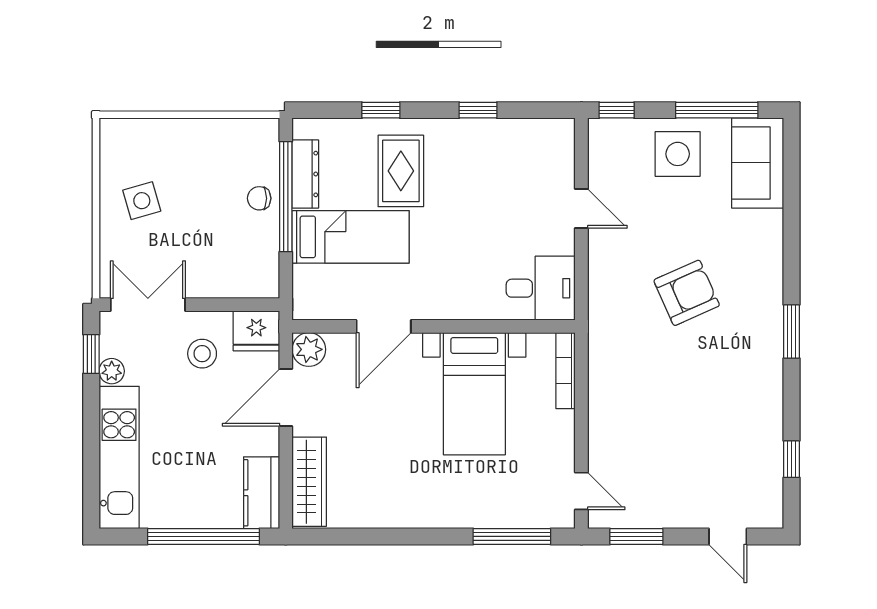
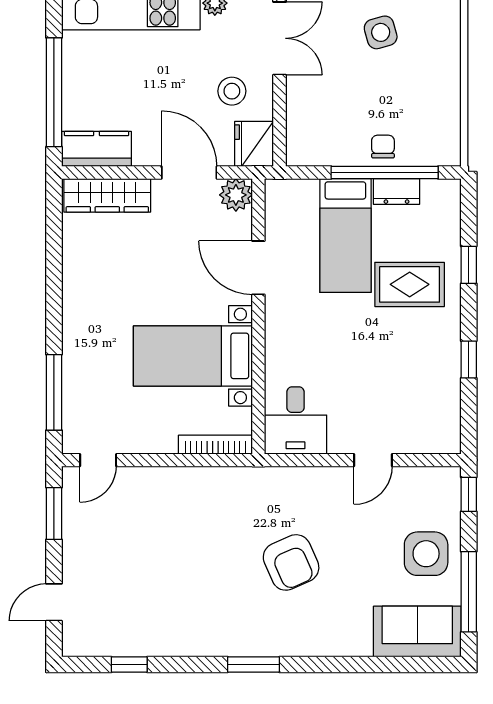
dresser: (305, 174) -> (397, 191), width x0.70

